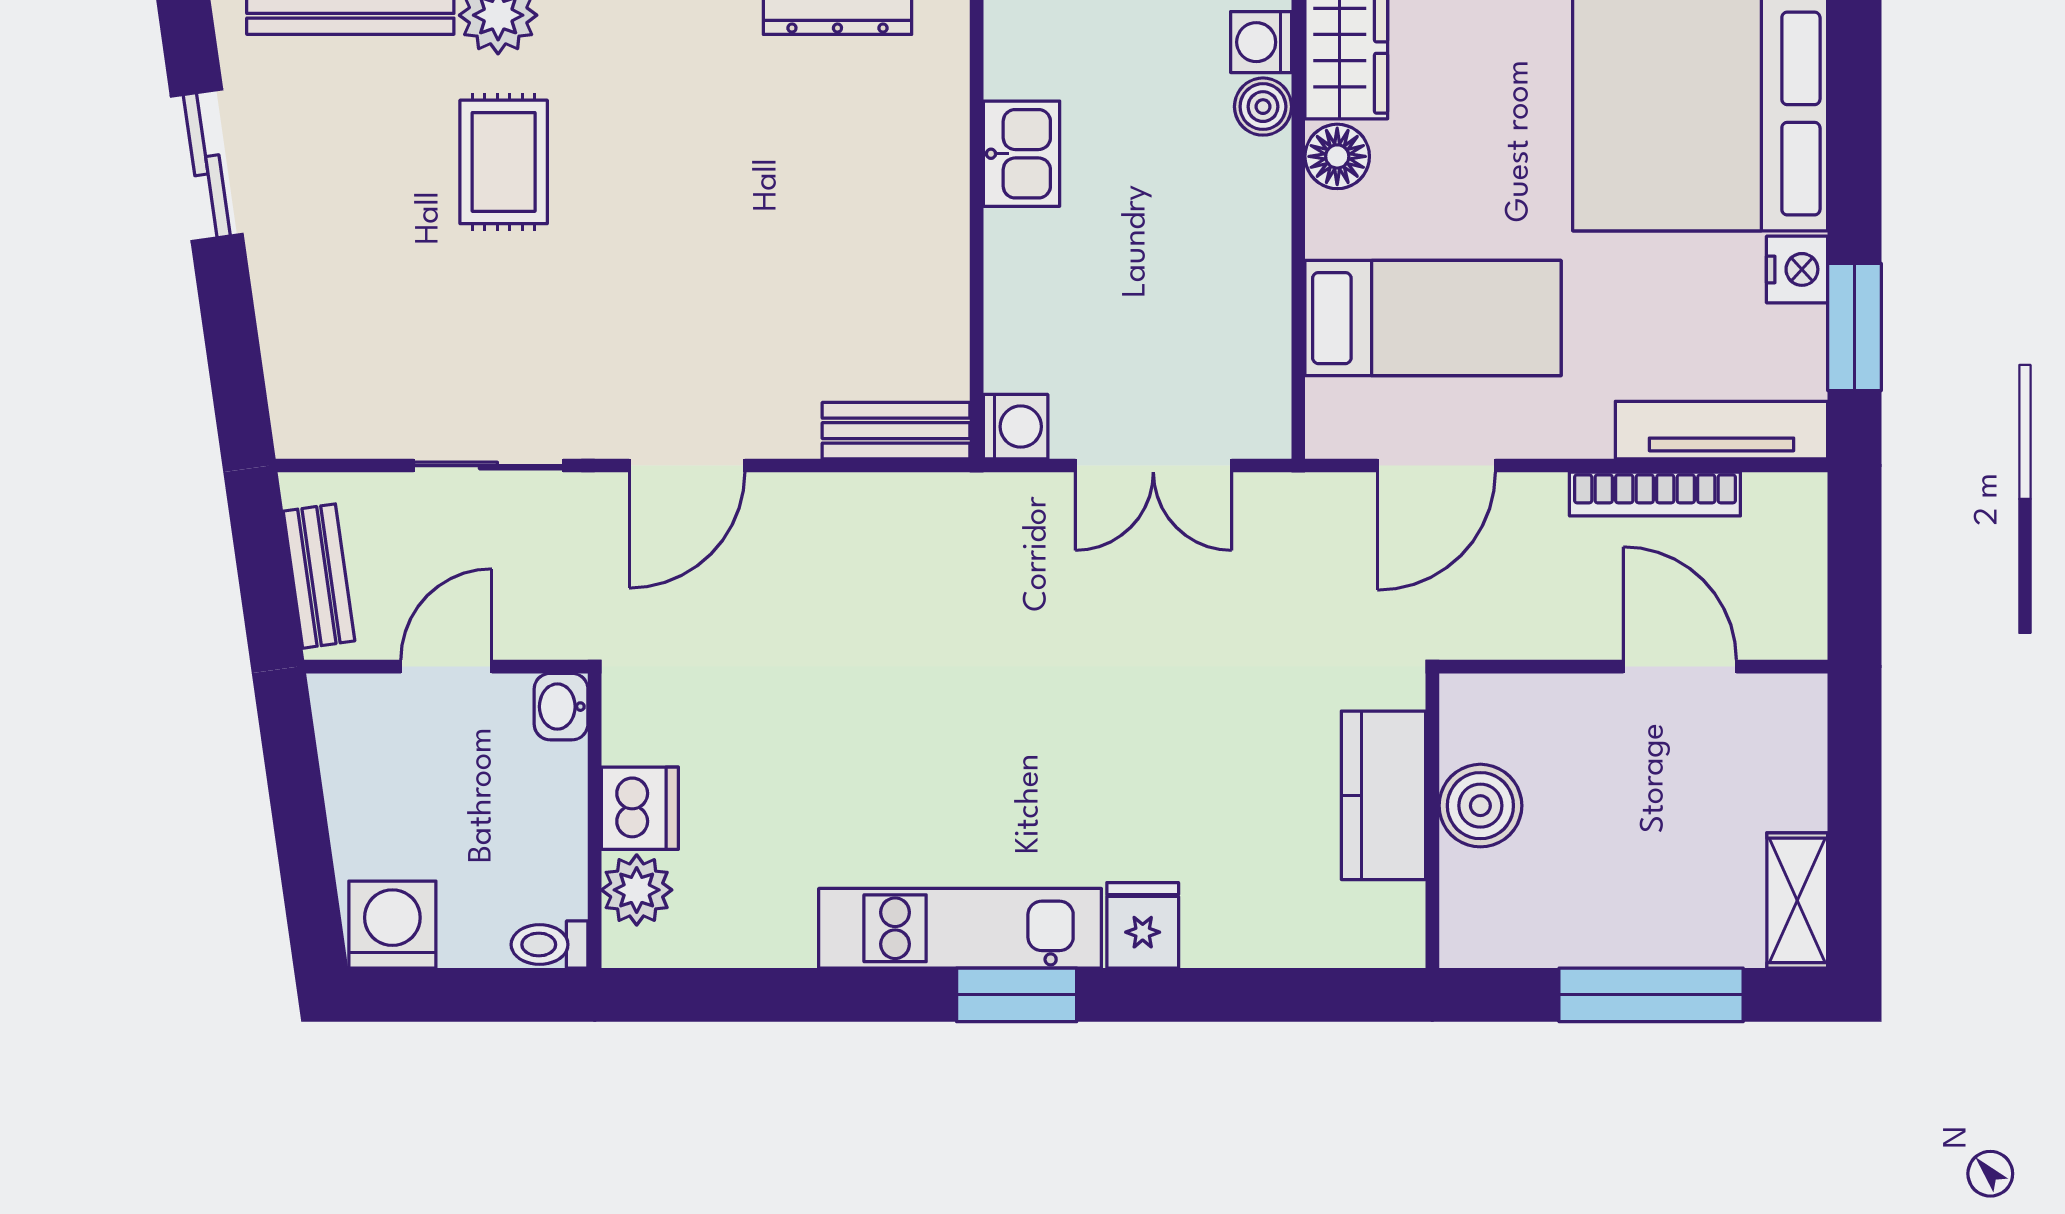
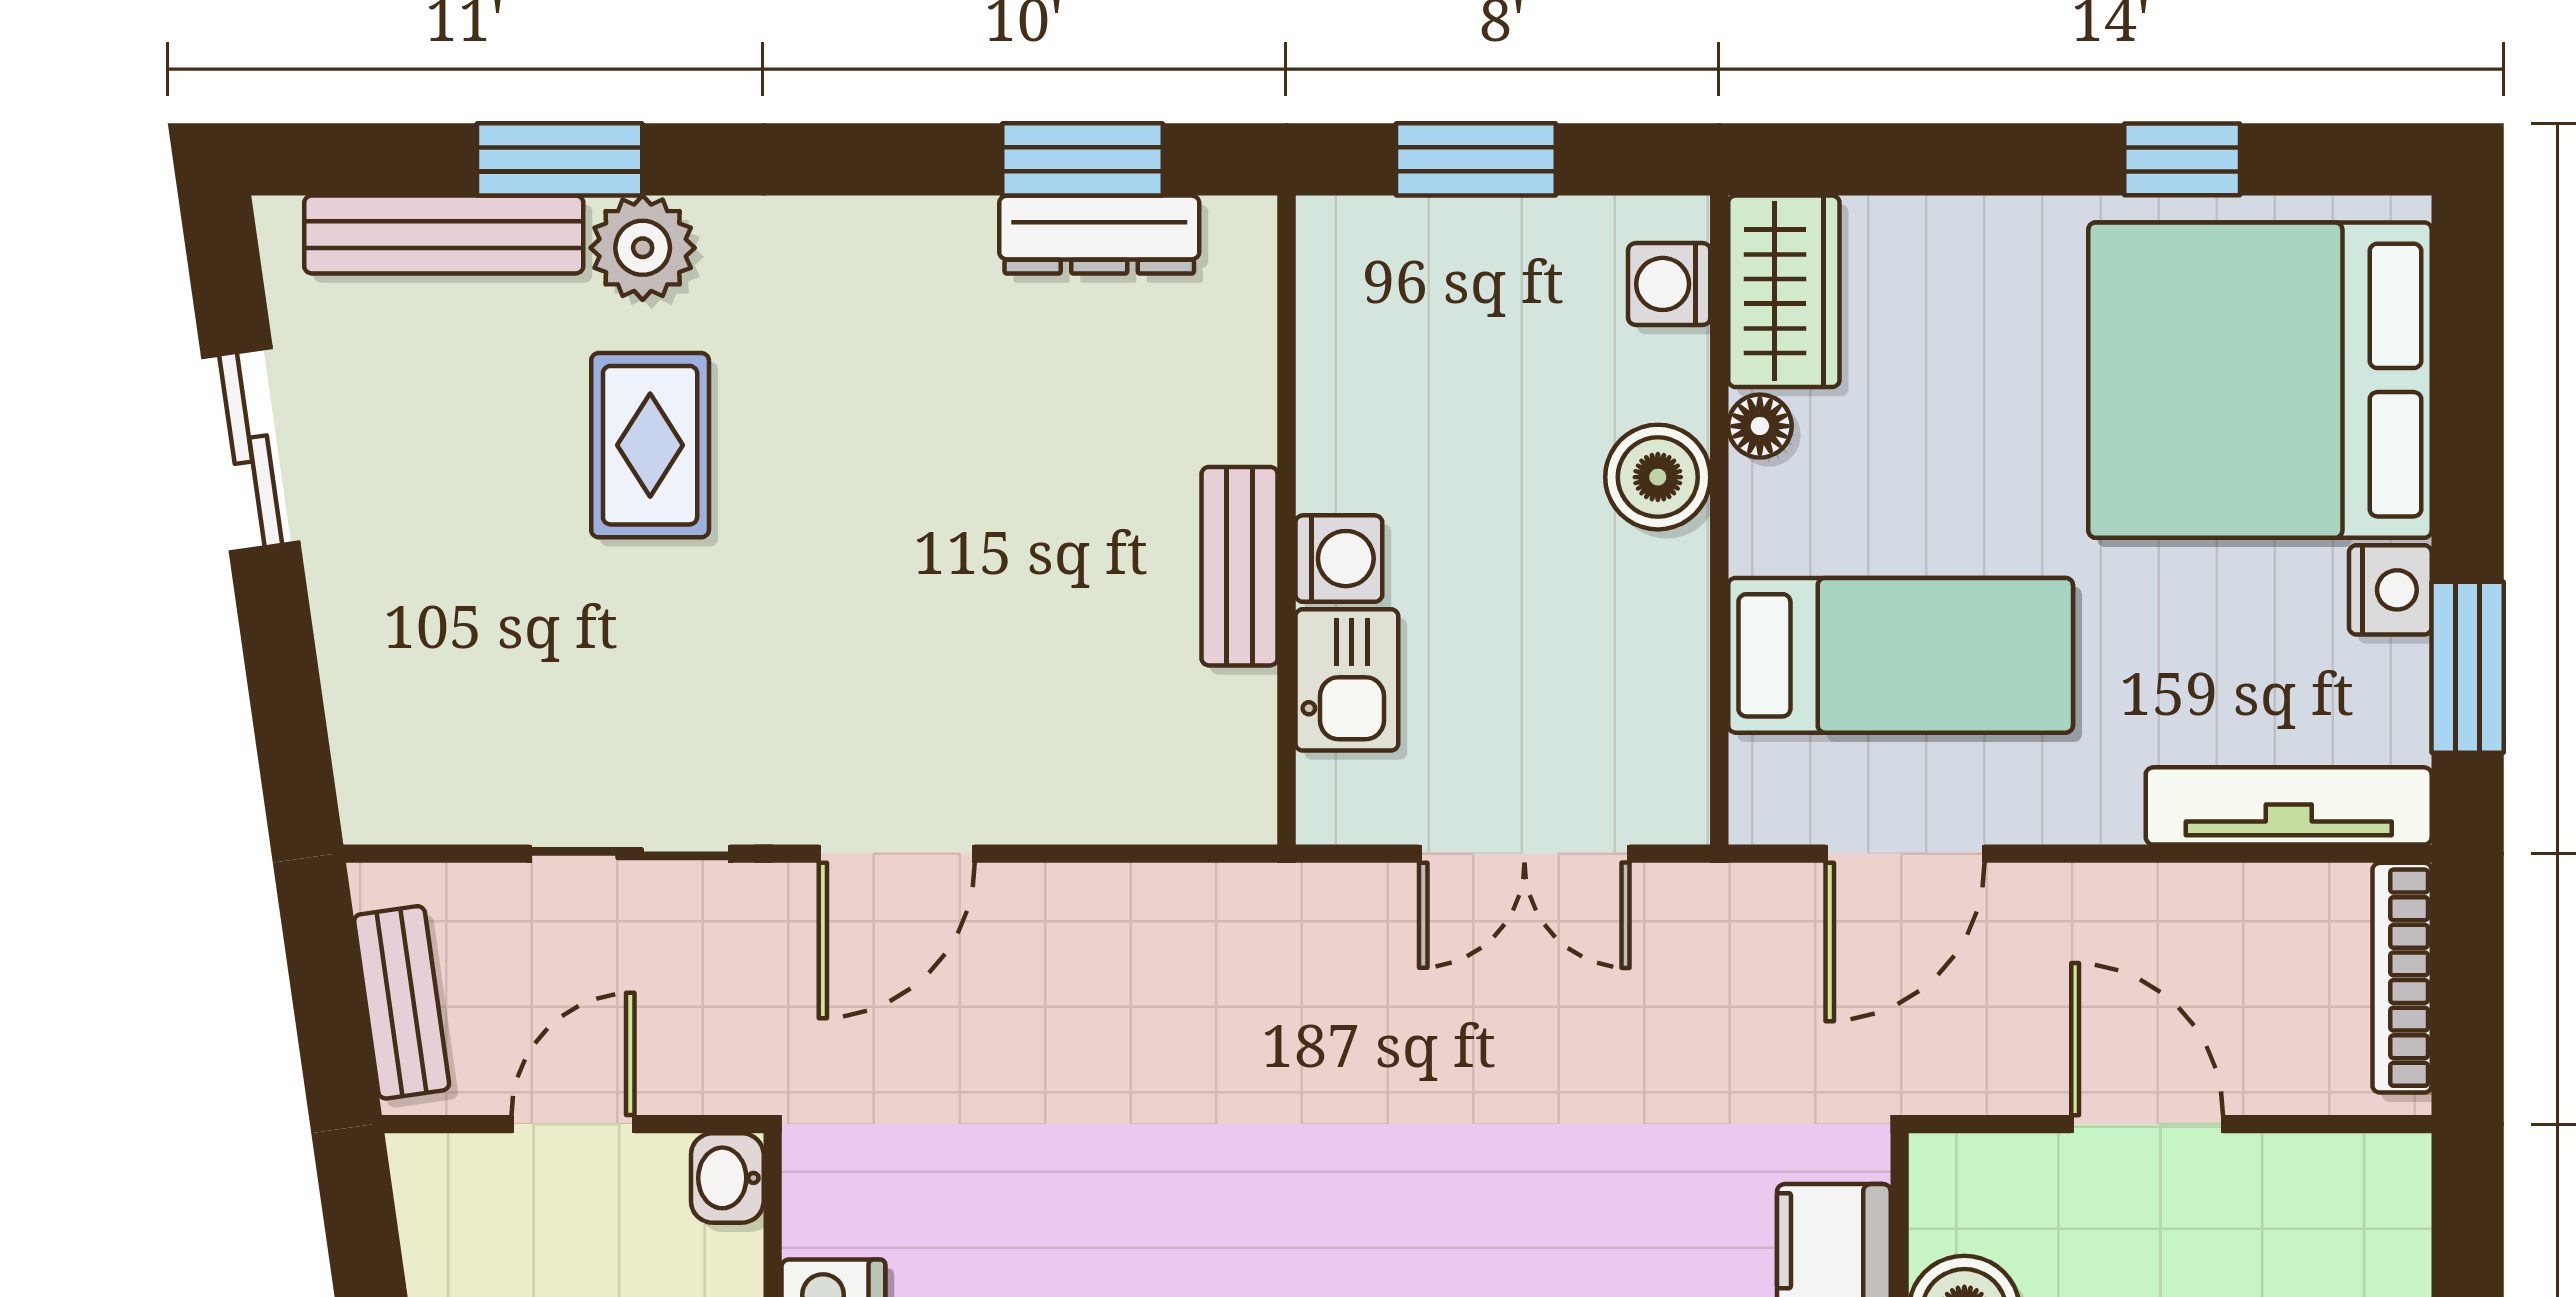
boiler: (1263, 107) -> (1658, 477), moved, width x1.36, depth x1.36
kitchen sink: (1021, 154) -> (1347, 680), moved
floor lamp: (1337, 156) -> (1760, 426), width x0.73, depth x0.73
washing machine: (1016, 427) -> (1339, 559), moved
bench: (896, 431) -> (1240, 566), moved, turned 90
bookcase: (1655, 494) -> (2402, 978), moved, turned 90
door: (1680, 667) -> (2147, 1124), moved

